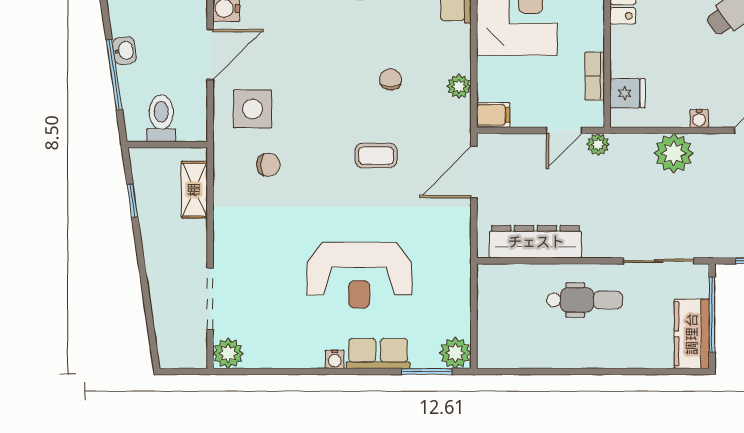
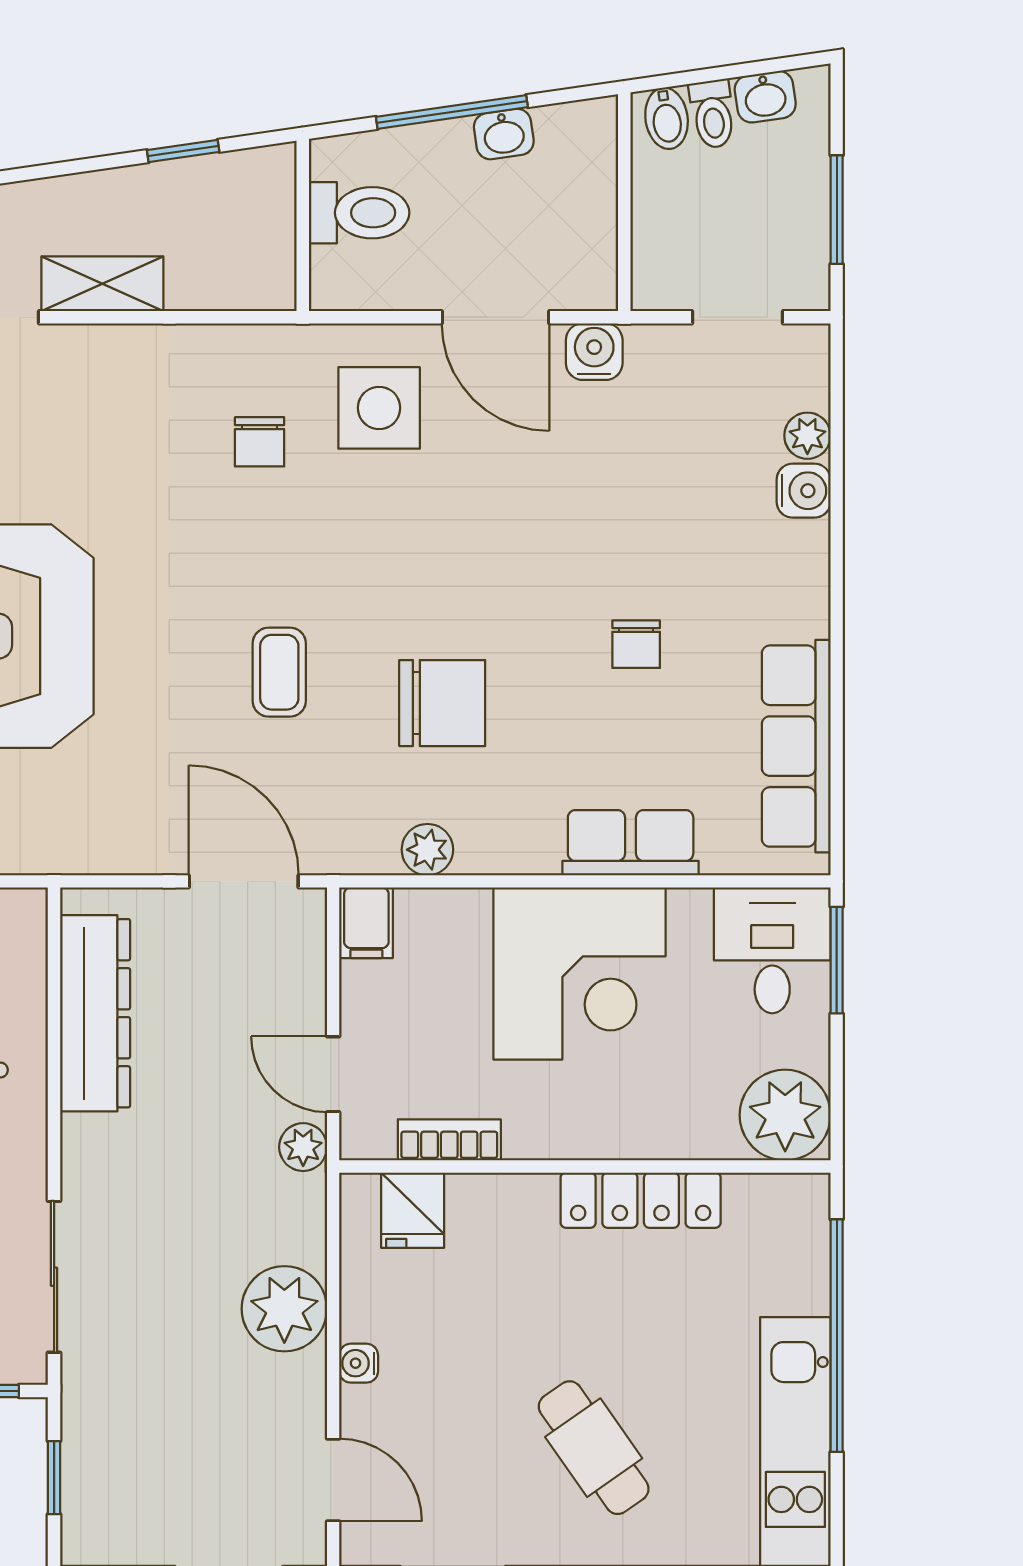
chair: (390, 79) -> (442, 703), width x1.87, depth x1.87
shelving: (194, 190) -> (102, 284), moved

